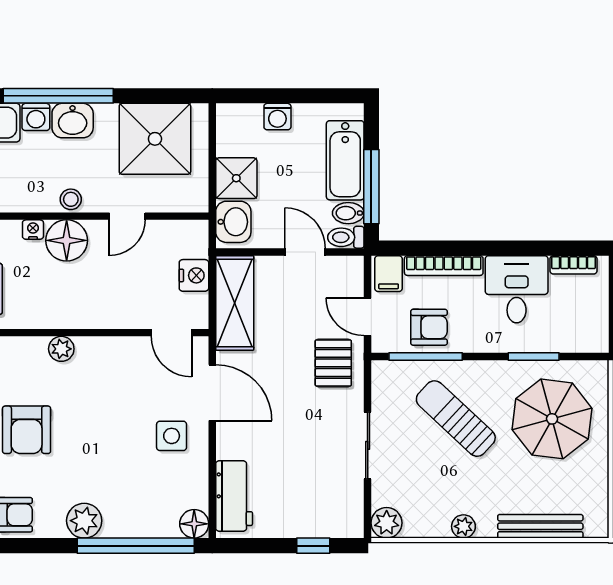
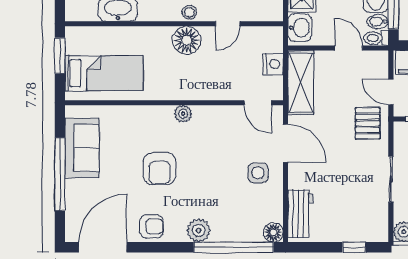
nightstand: (33, 230) -> (164, 33), removed

